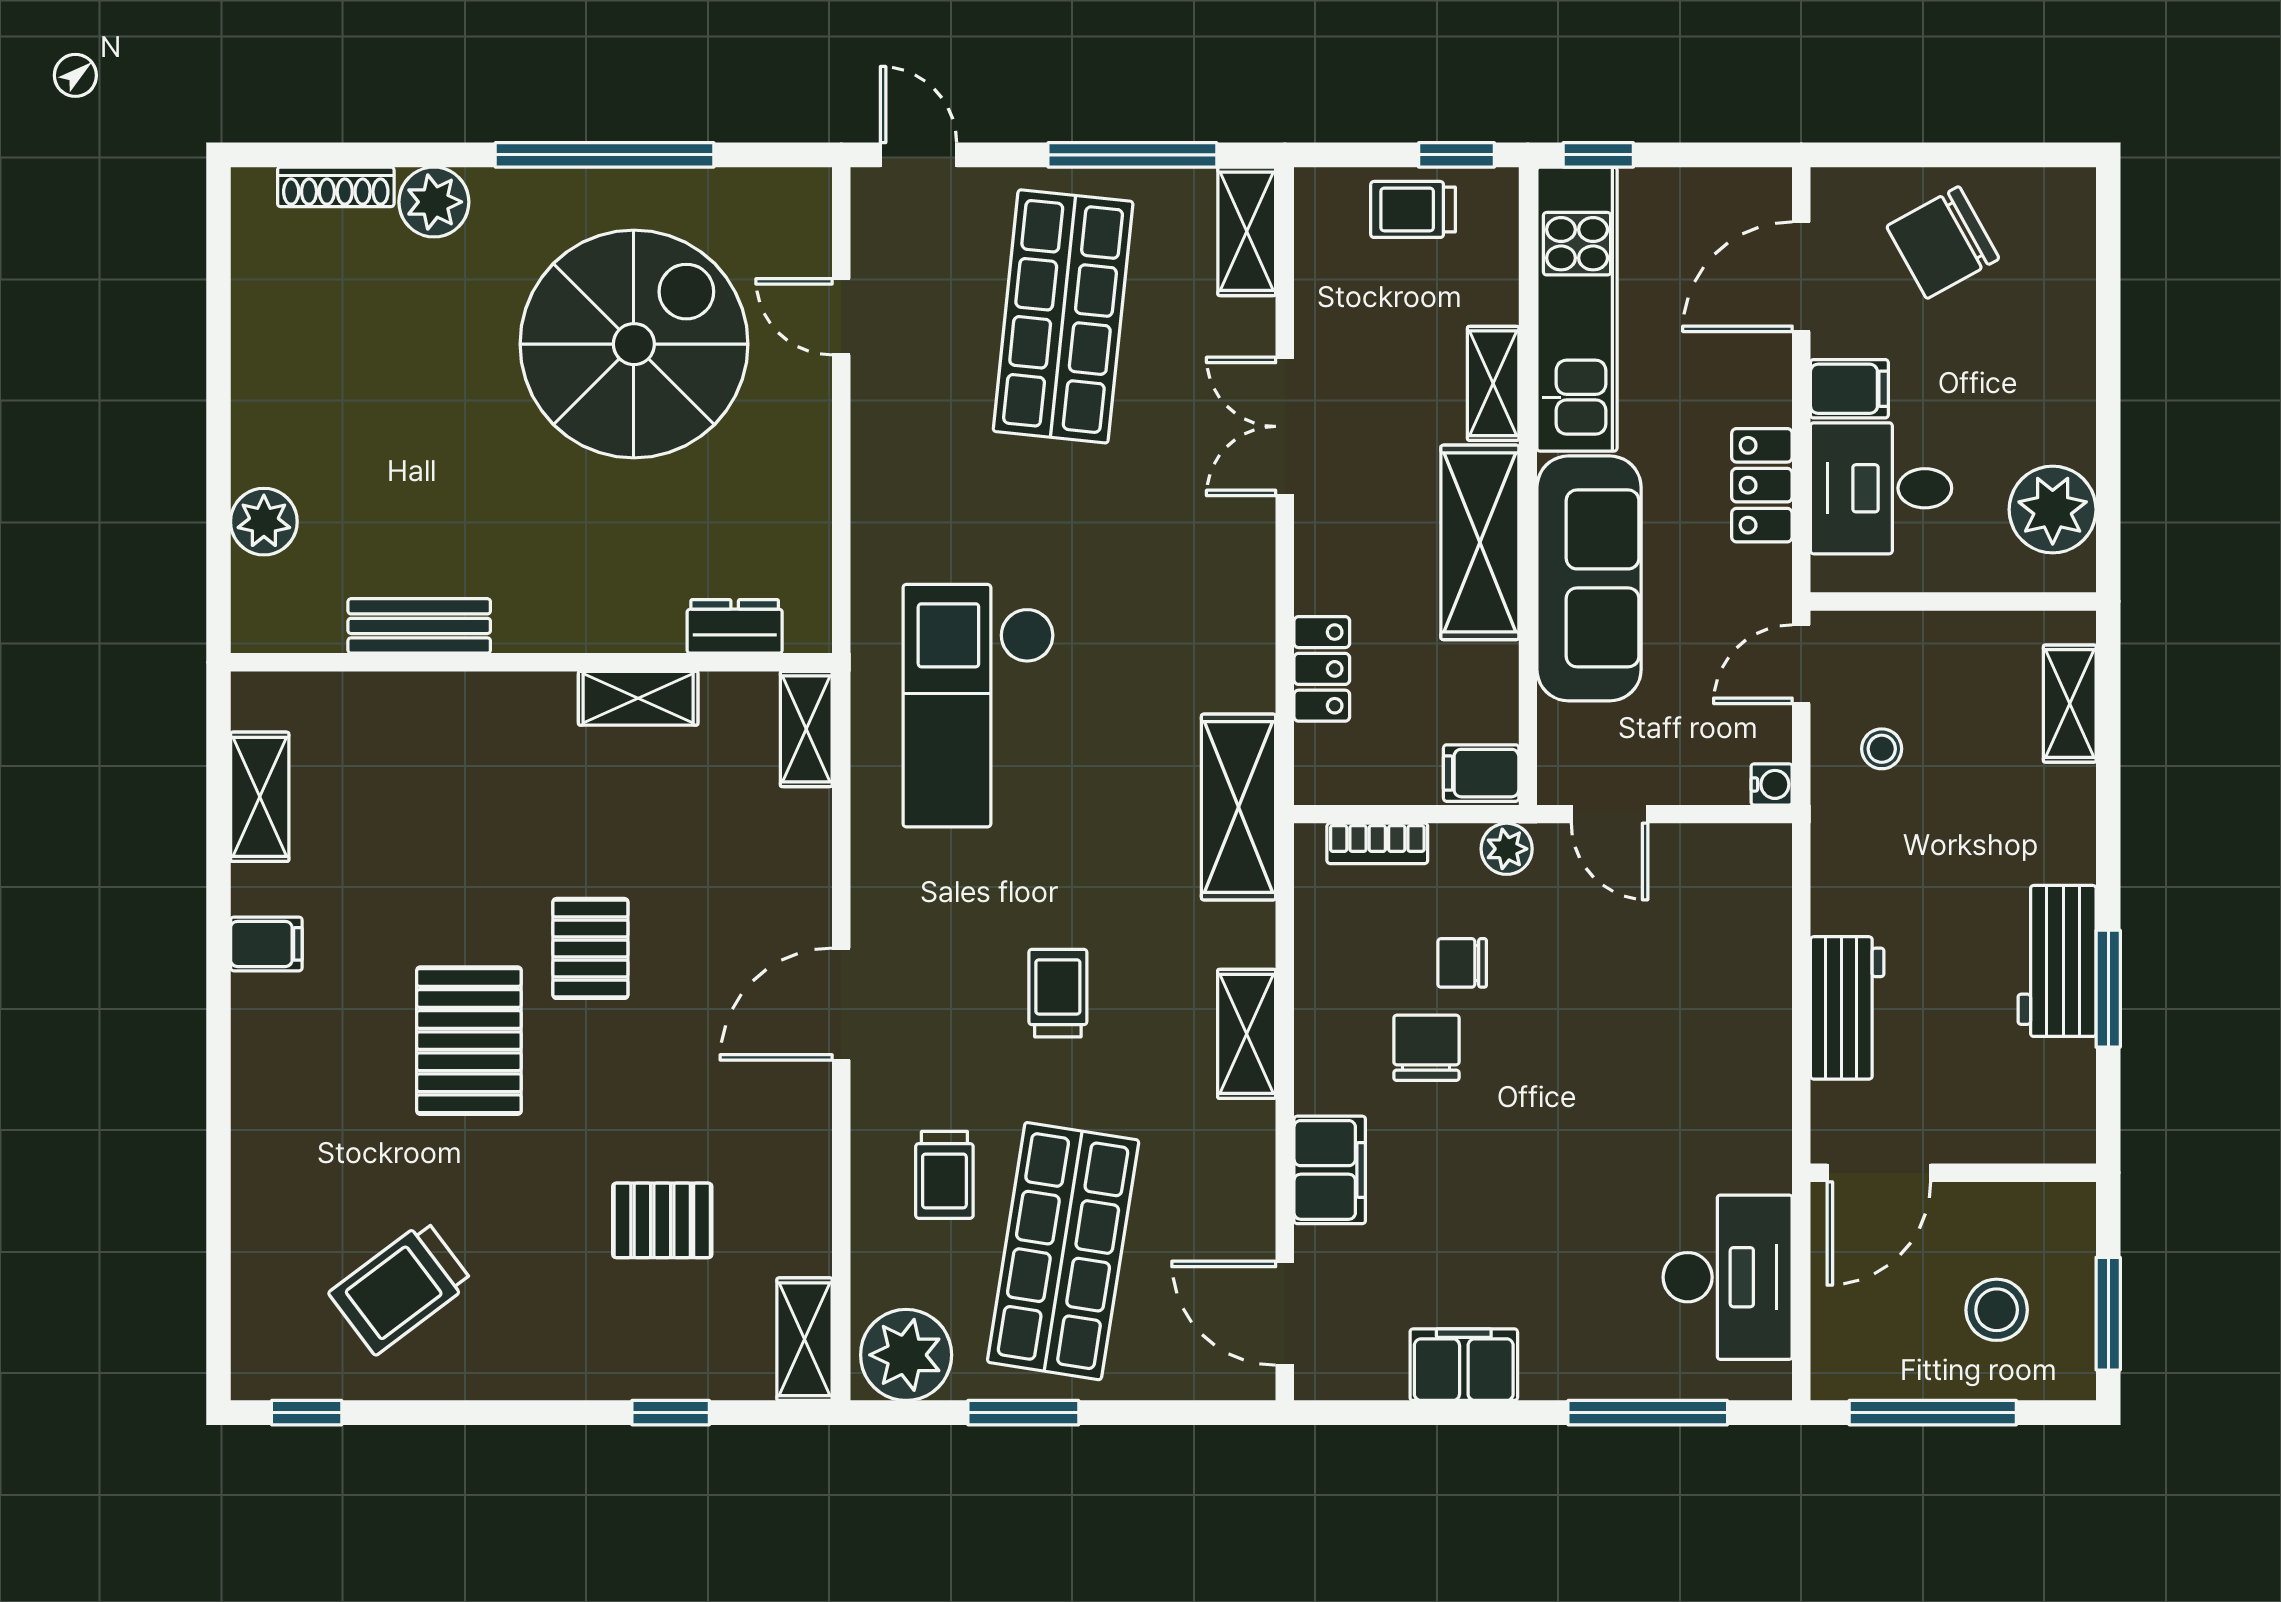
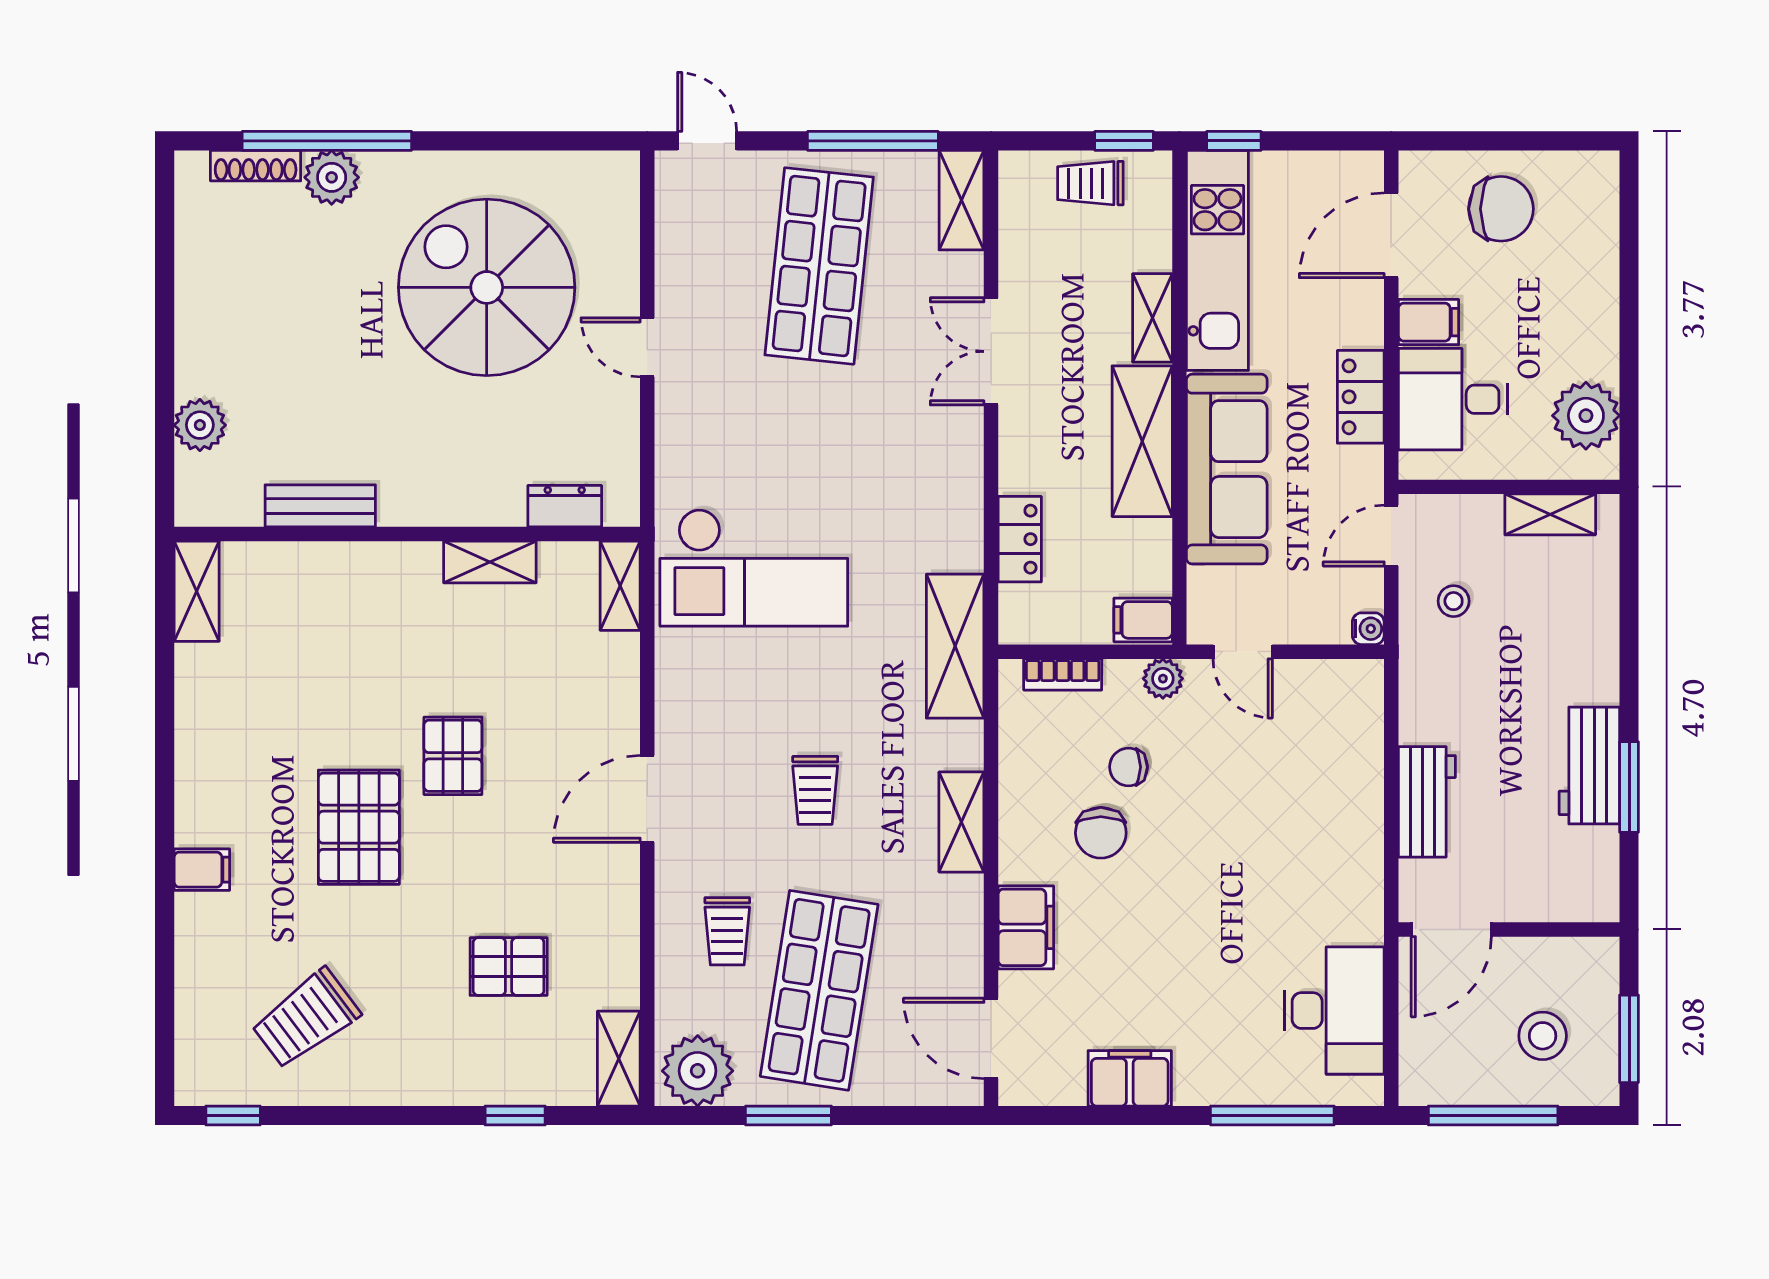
window: (605, 155) -> (327, 141), moved
chair: (1943, 243) -> (1501, 209), turned -151
door: (841, 317) -> (647, 347), moved
spiral stairs: (634, 344) -> (487, 287), turned -90
shelving: (2070, 704) -> (1550, 514), moved, turned 90
checkout: (979, 706) -> (754, 568), turned -90
shelving: (260, 797) -> (197, 591), moved
filing cabinet: (266, 944) -> (202, 870), moved
trolley: (1058, 993) -> (815, 790), turned 180
chair: (1426, 1048) -> (1101, 833), turned 180

